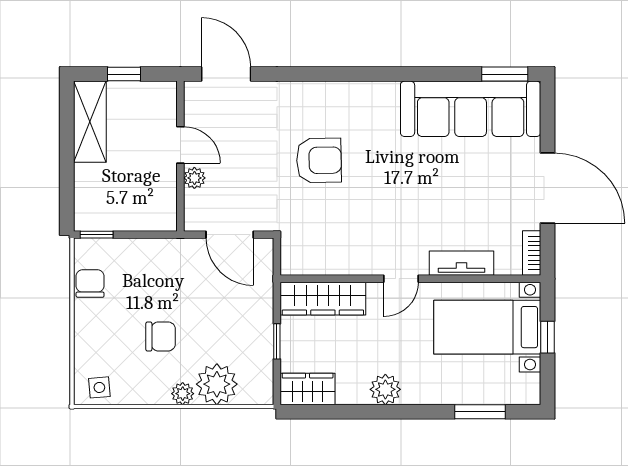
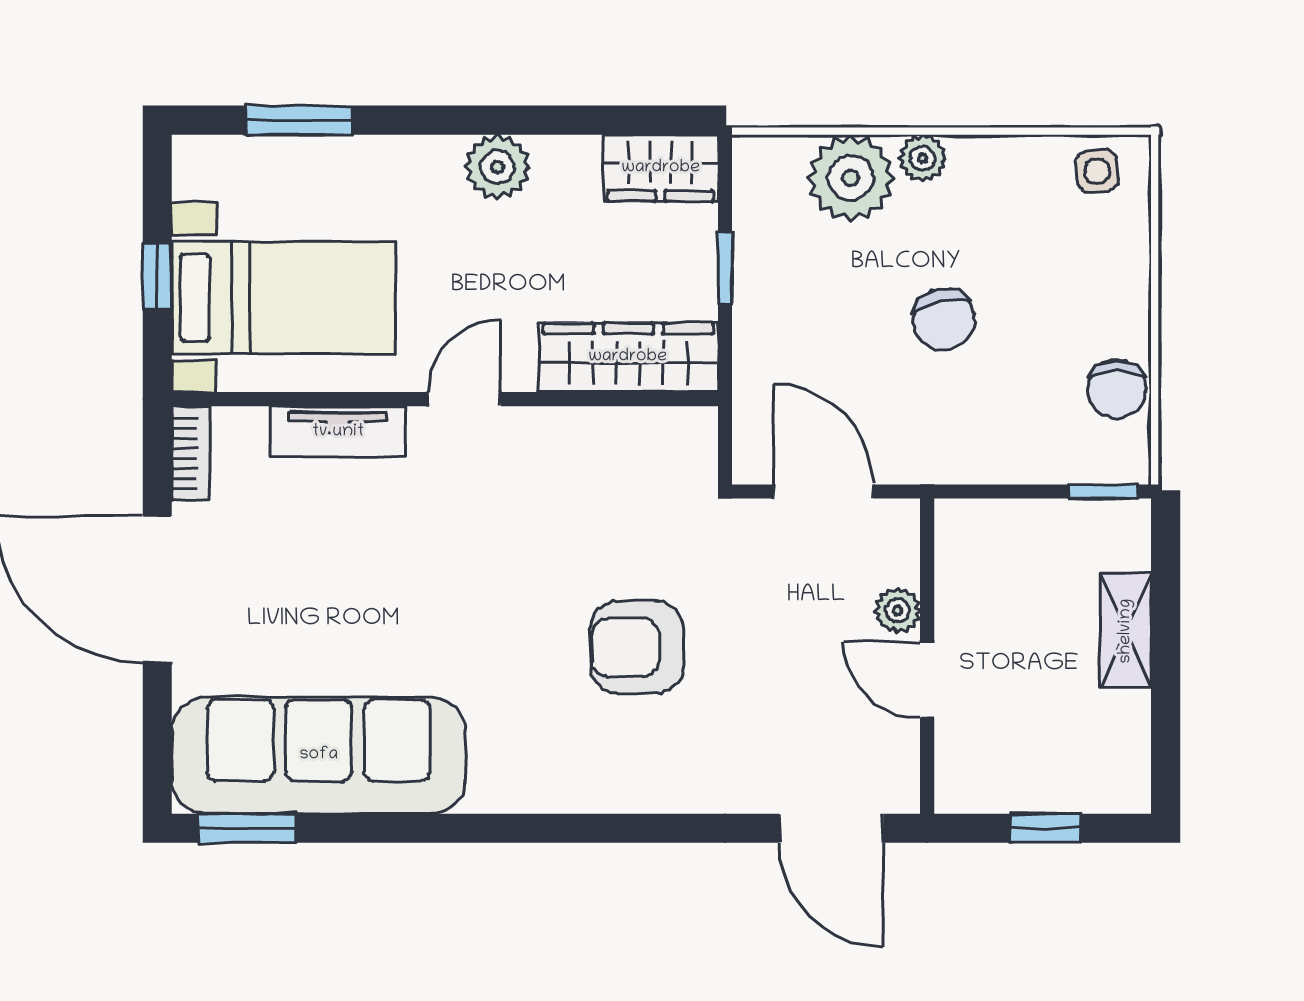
shelving: (90, 122) -> (1126, 631), moved, width x0.67, depth x0.75
chair: (161, 336) -> (944, 320), moved, turned -103

